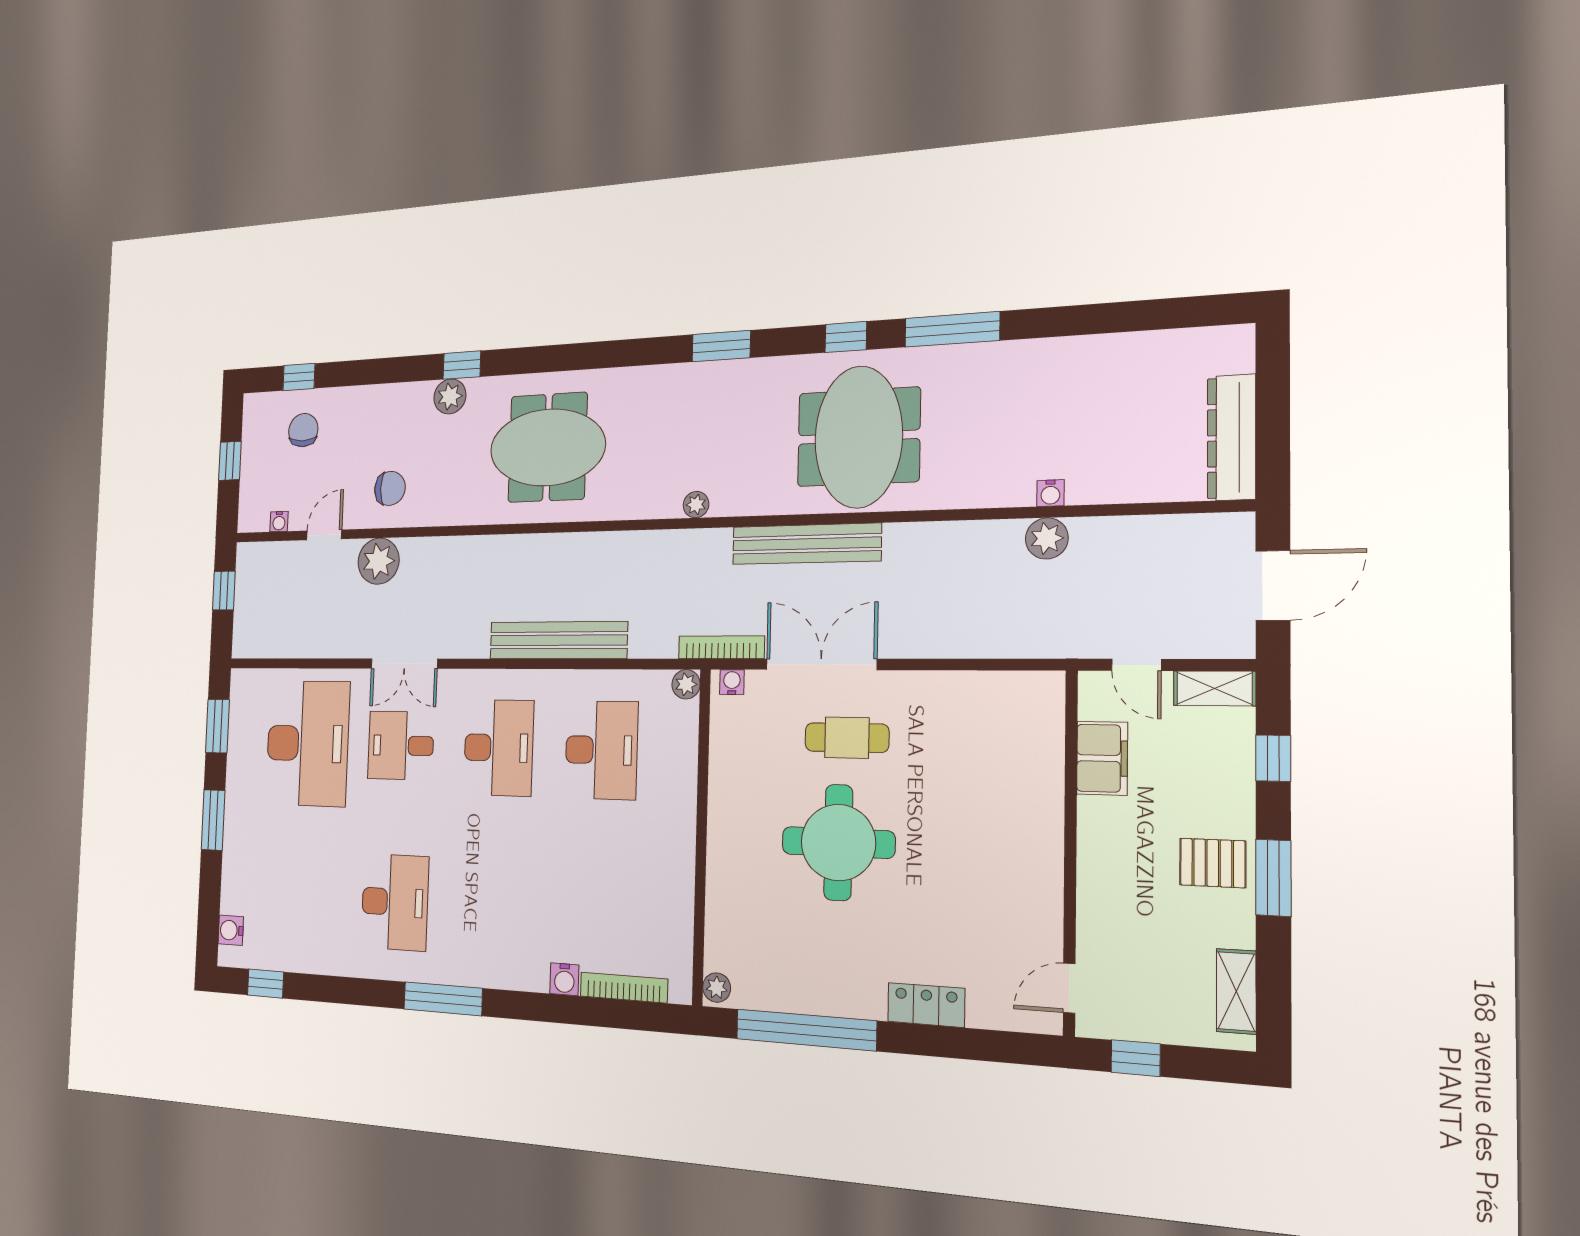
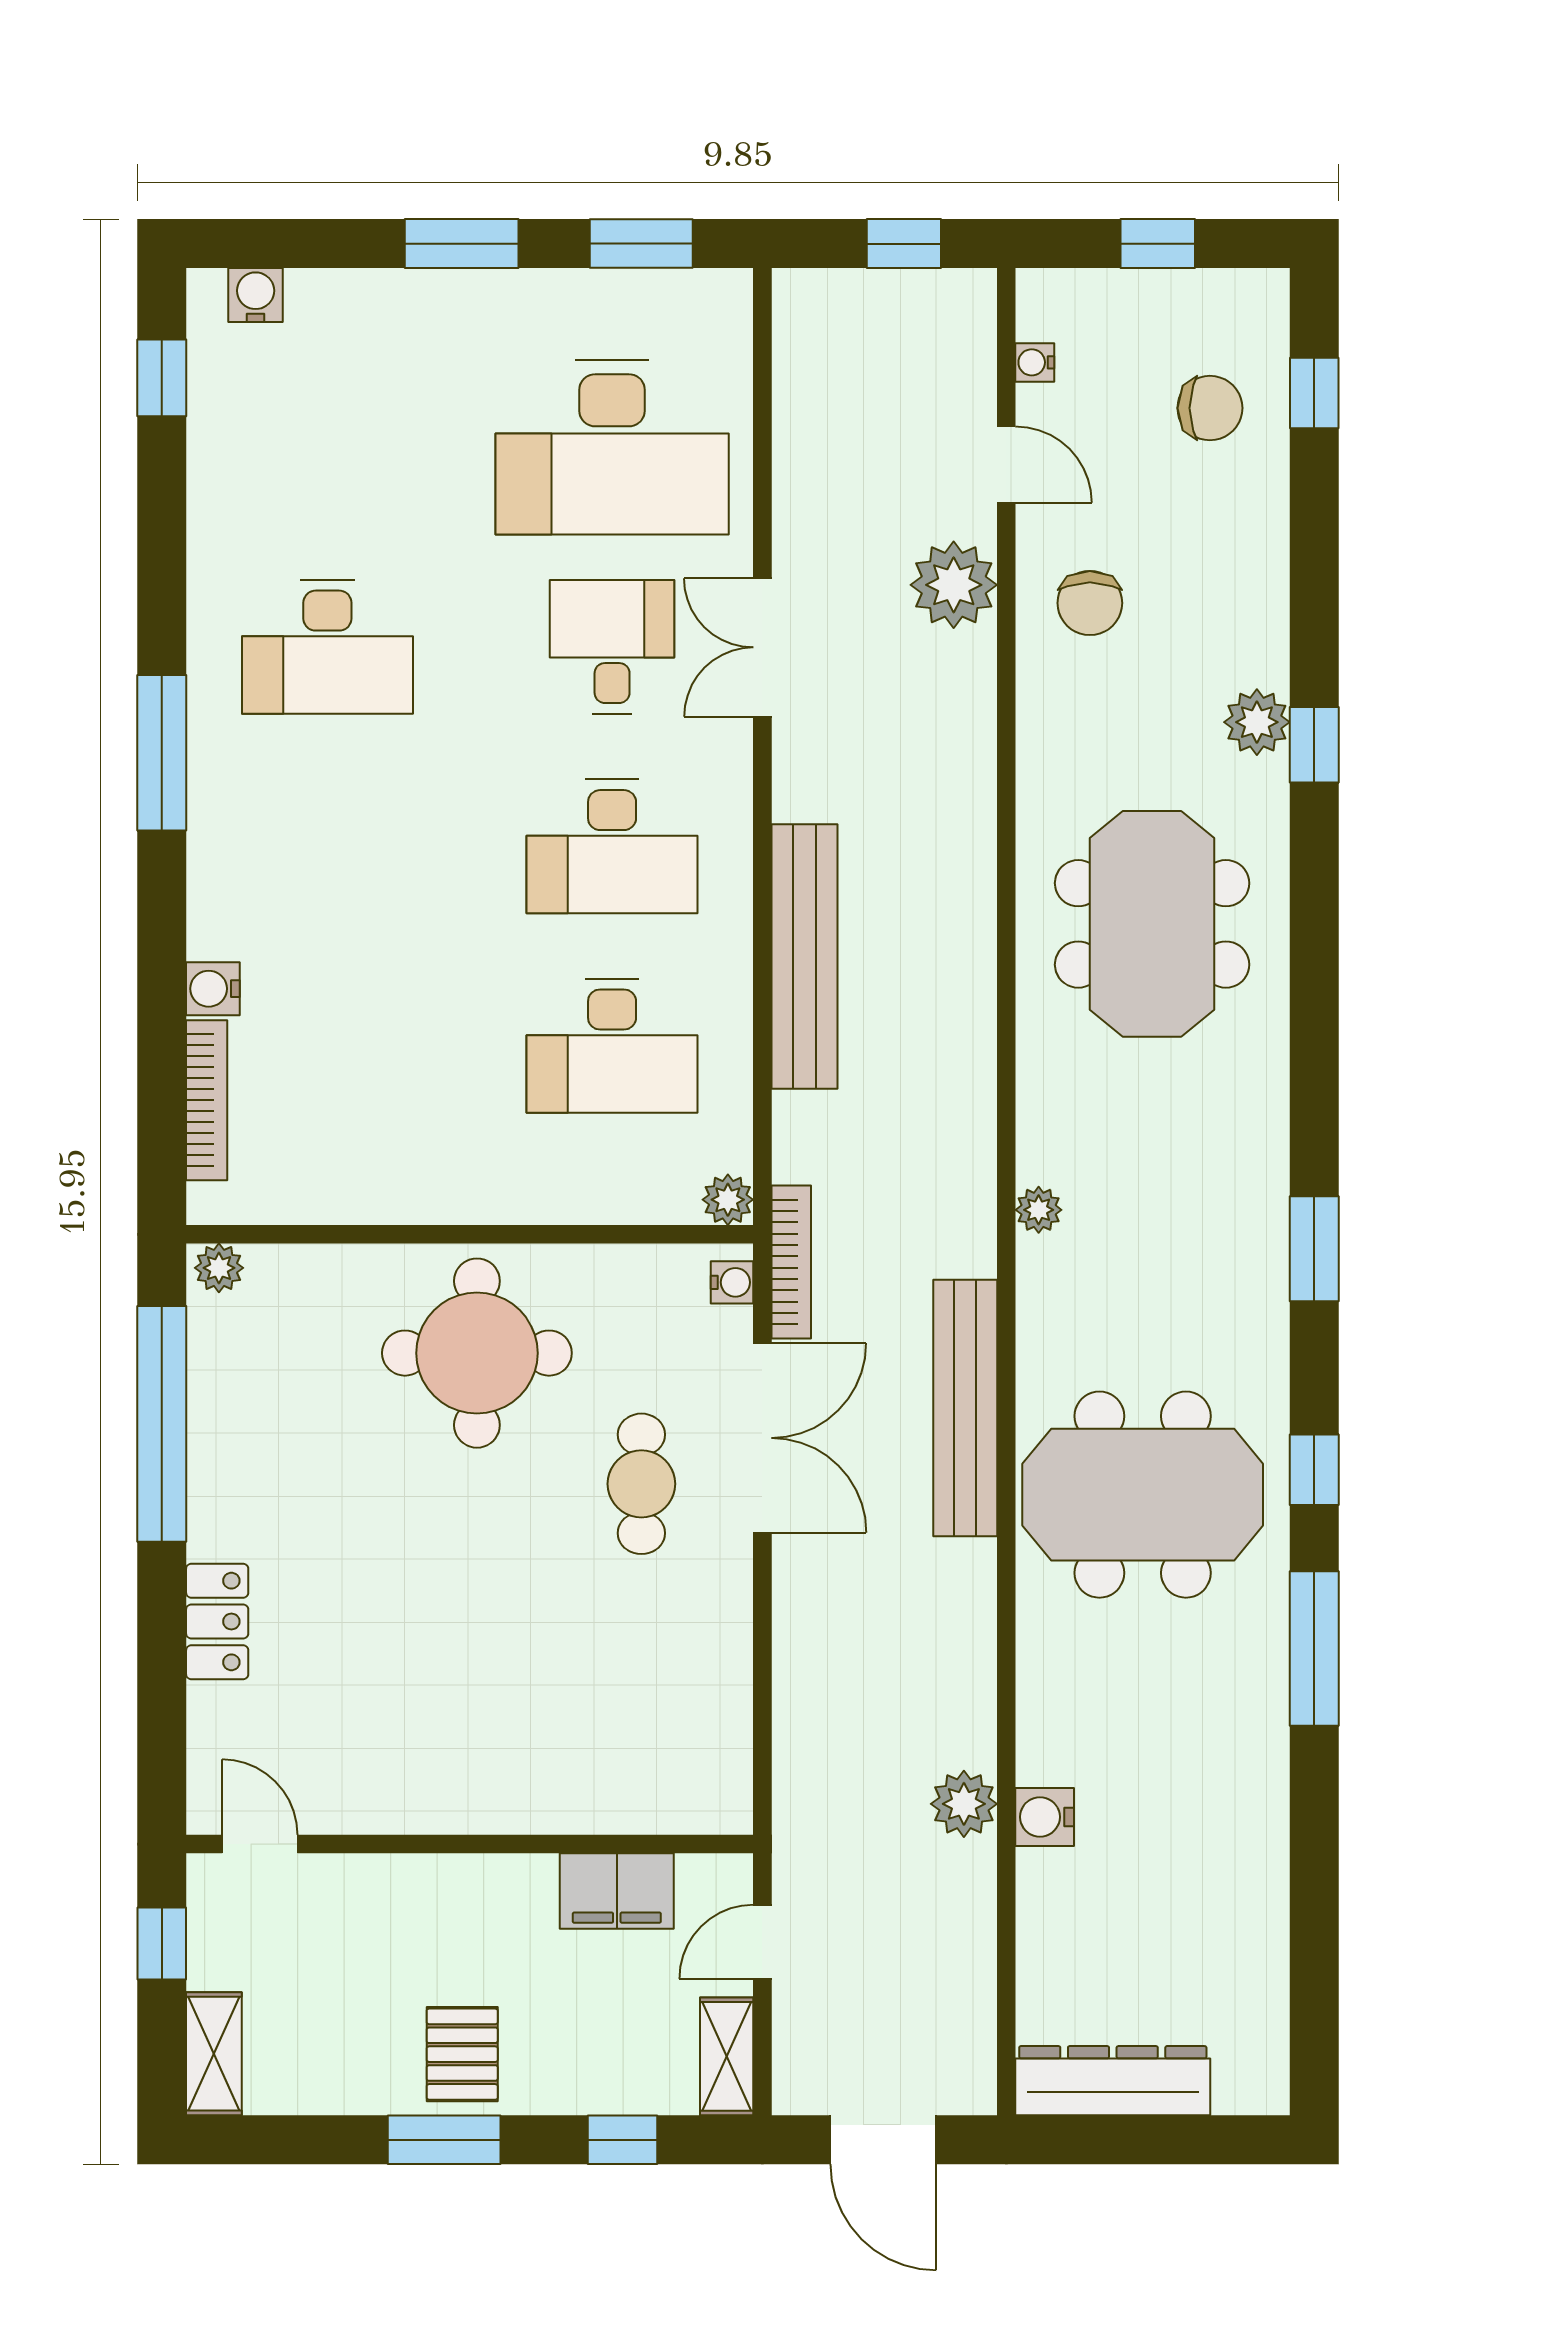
water cooler: (1050, 493) -> (1045, 1817), width x1.38, depth x1.38
round table: (838, 843) -> (477, 1353), moved
shelving: (1236, 991) -> (214, 2054), moved, turned 90

